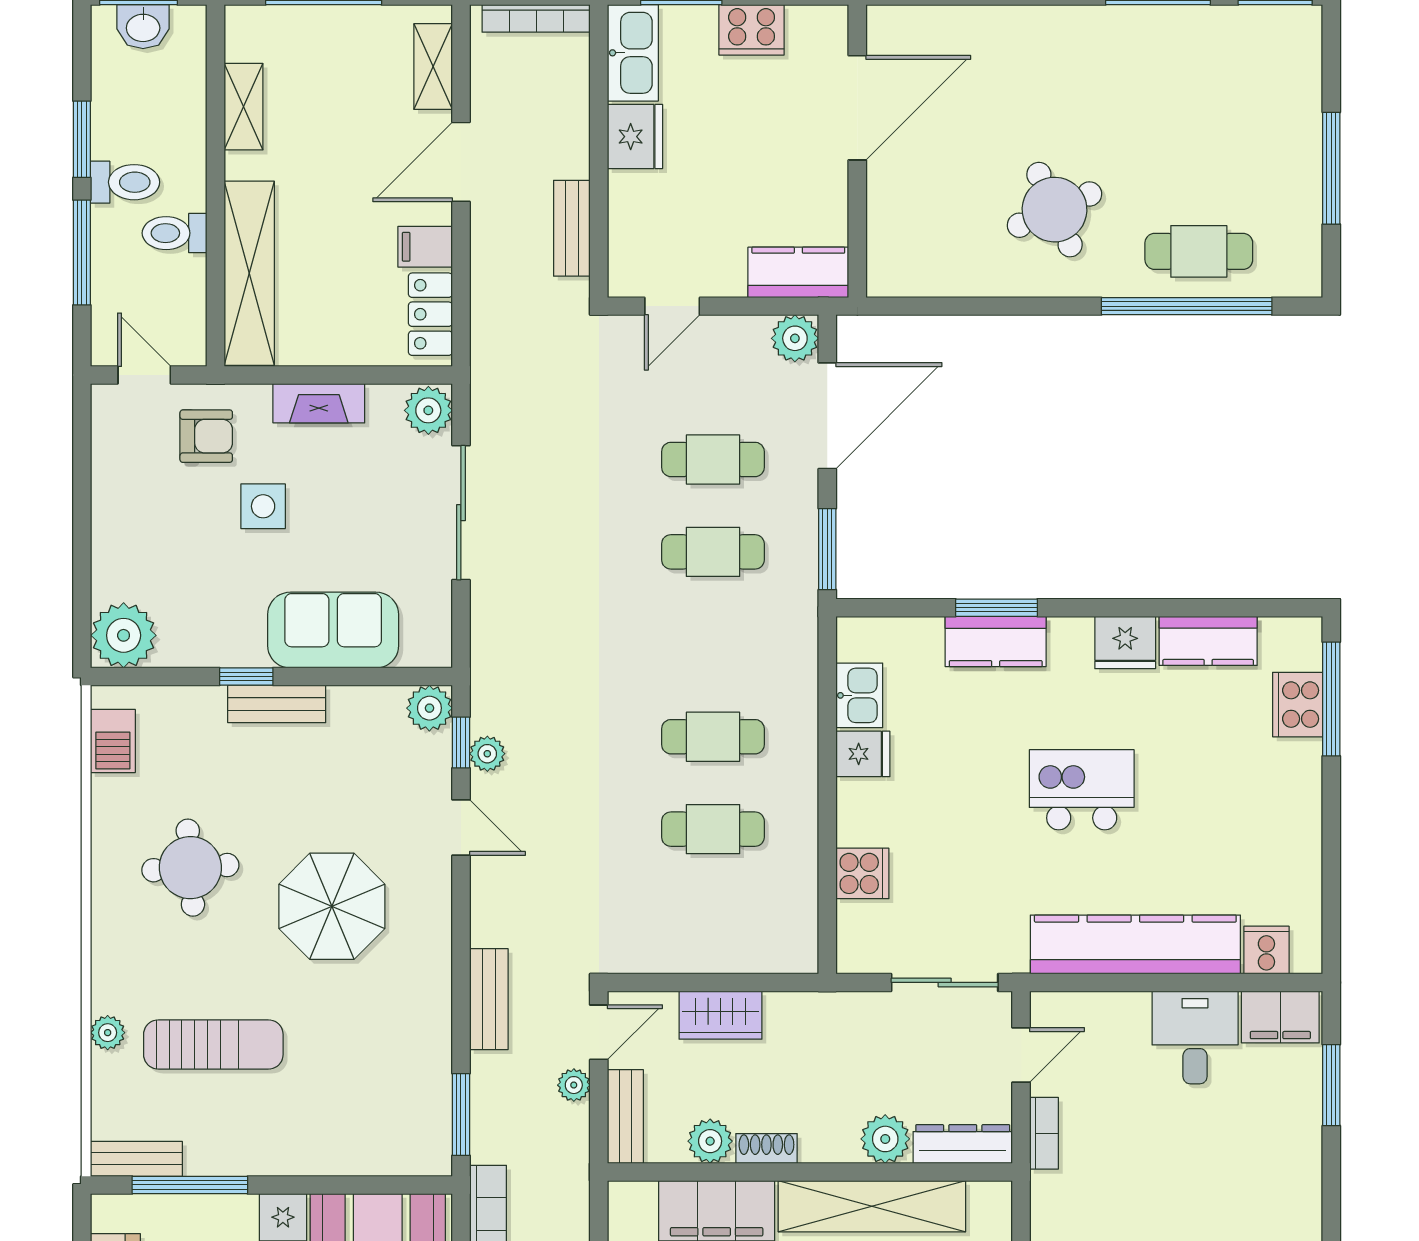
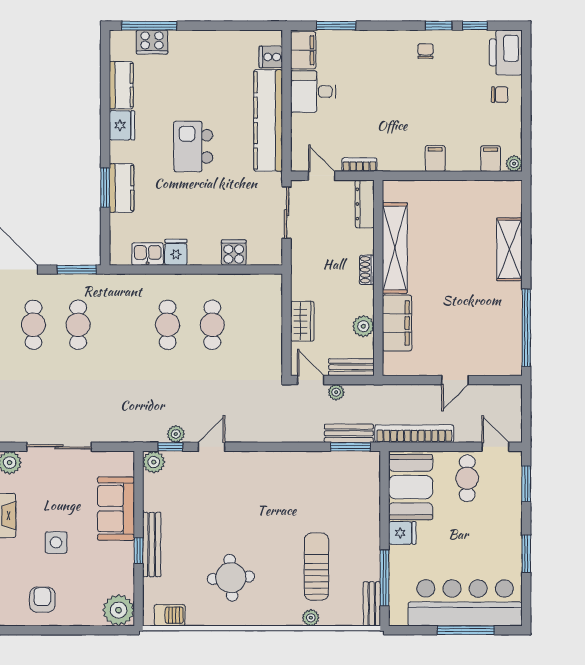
armchair: (206, 436) -> (42, 600), moved
bench: (277, 704) -> (152, 545), width x1.36
parasol: (332, 906) -> (250, 509), removed
bench: (489, 999) -> (349, 433), moved
plant: (885, 1139) -> (362, 241), removed
shoe rack: (766, 1148) -> (367, 270), moved

